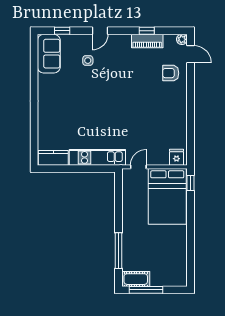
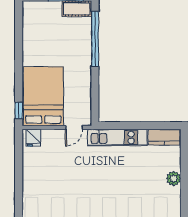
plant: (44, 119) -> (174, 178), added
window: (118, 251) -> (95, 39), width x1.46

